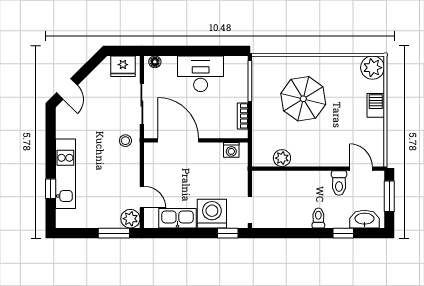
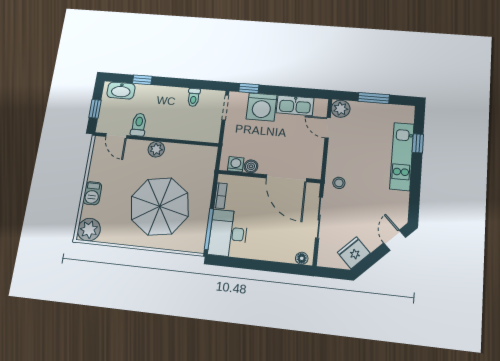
fridge: (123, 66) -> (354, 253), moved, turned -45
desk: (201, 74) -> (228, 233), moved, turned 90
parasol: (303, 99) -> (160, 206), width x1.36, depth x1.36
boiler: (215, 149) -> (251, 166), added
plant: (282, 158) -> (156, 149), moved
window: (389, 196) -> (95, 109), width x0.67
toilet: (318, 218) -> (194, 97), moved
window: (114, 233) -> (374, 98), moved

